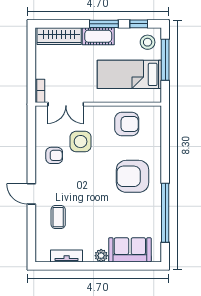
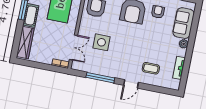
window: (31, 150) -> (100, 78), added
armchair: (54, 155) -> (158, 12), moved

